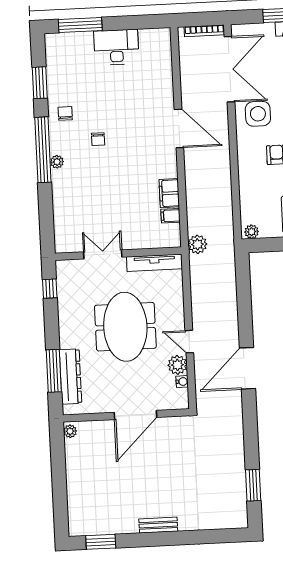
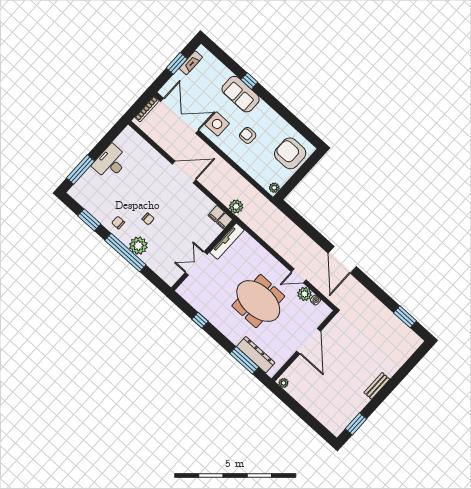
plant: (57, 162) -> (138, 246), width x1.88, depth x1.88
filing cabinet: (169, 193) -> (216, 214), width x0.50
plant: (197, 244) -> (236, 206), moved
double door: (103, 254) -> (196, 263), moved
wall: (118, 254) -> (204, 255), moved
tv unit: (154, 263) -> (227, 241), moved

